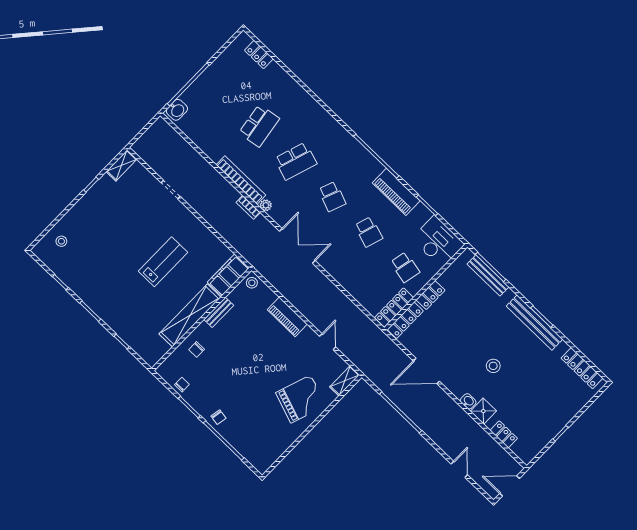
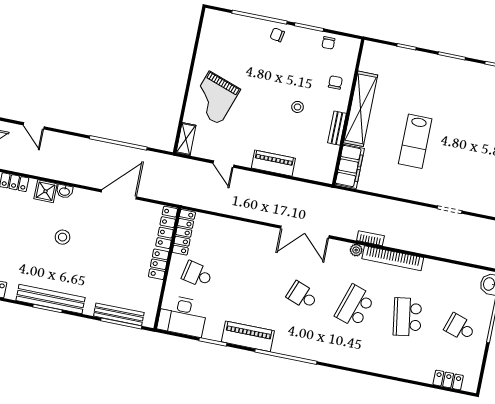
school desk: (369, 232) -> (460, 327), moved
stool: (252, 283) -> (298, 107), moved

